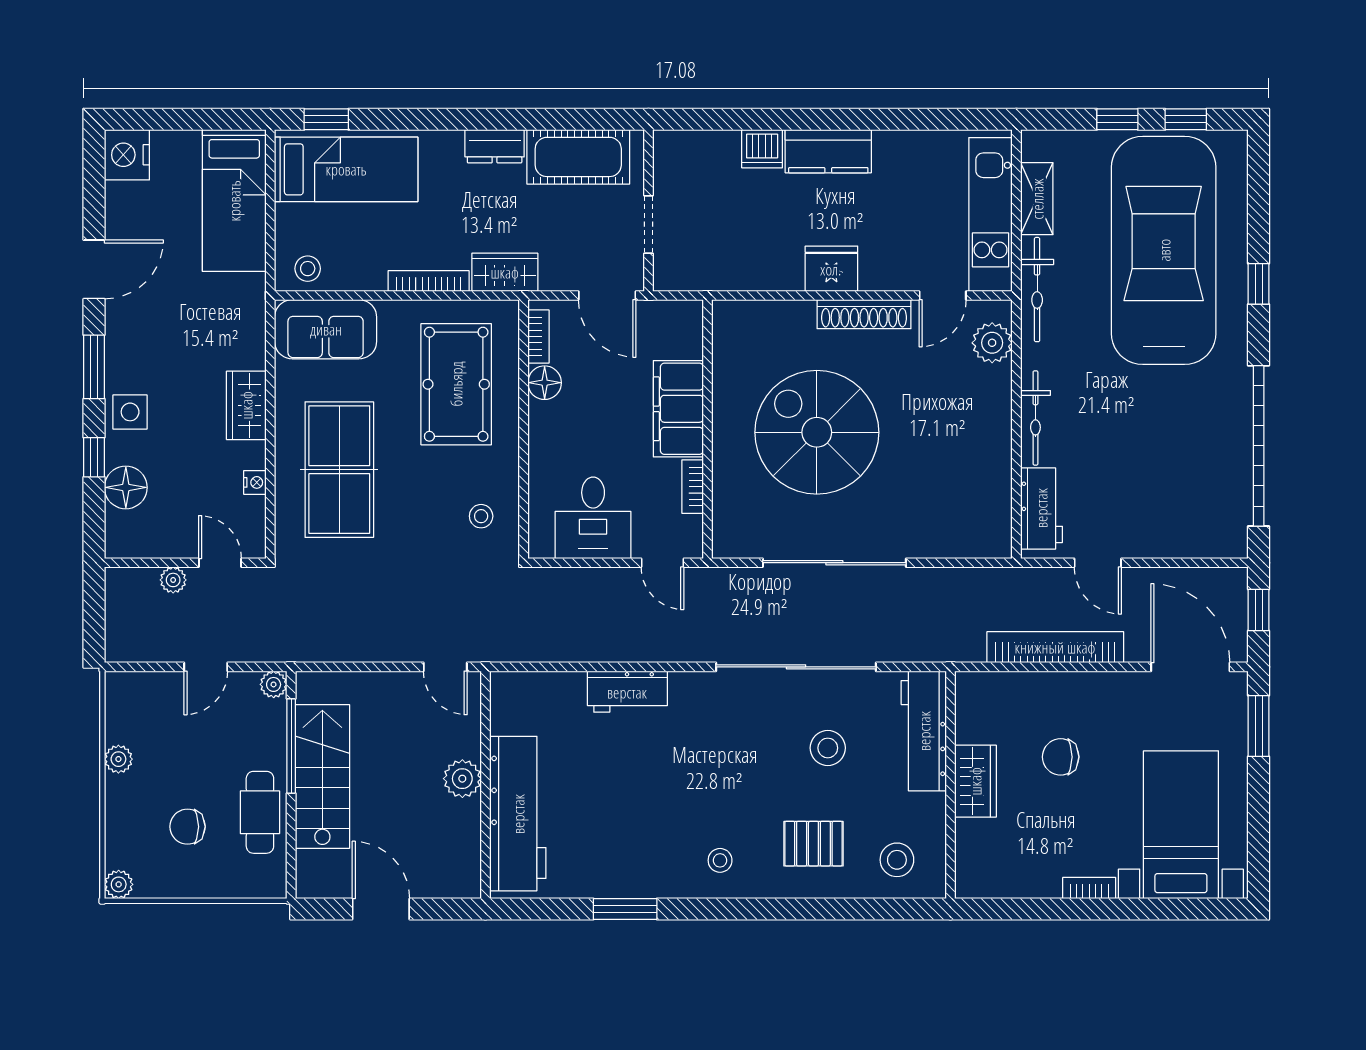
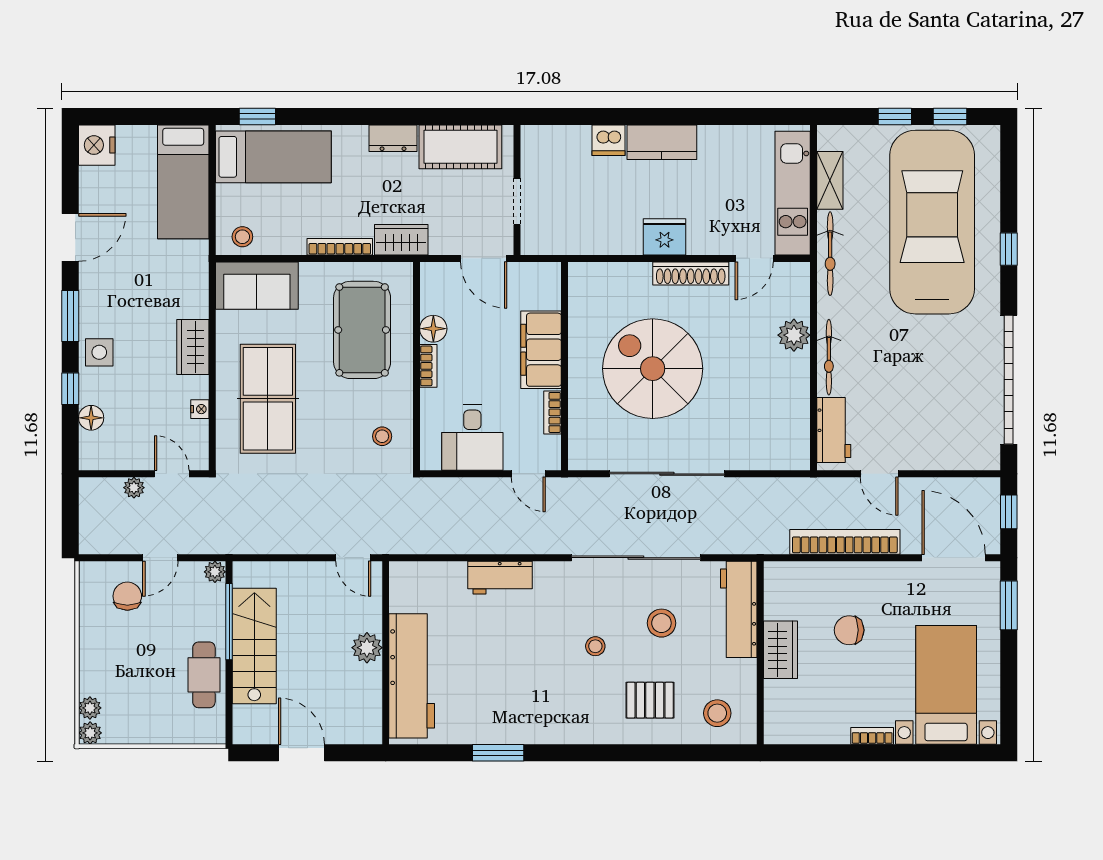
bookcase: (538, 337) -> (428, 366), moved
plant: (992, 343) -> (794, 335), moved
floor lamp: (126, 487) -> (91, 418), width x0.73, depth x0.73
plant: (118, 759) -> (90, 708), moved
chair: (187, 827) -> (127, 596), moved, turned 90
stool: (720, 860) -> (595, 646), moved

